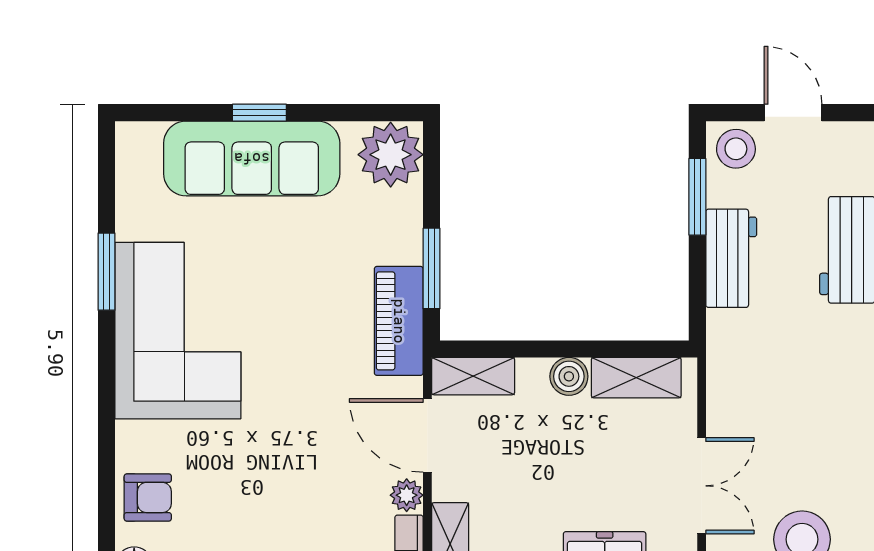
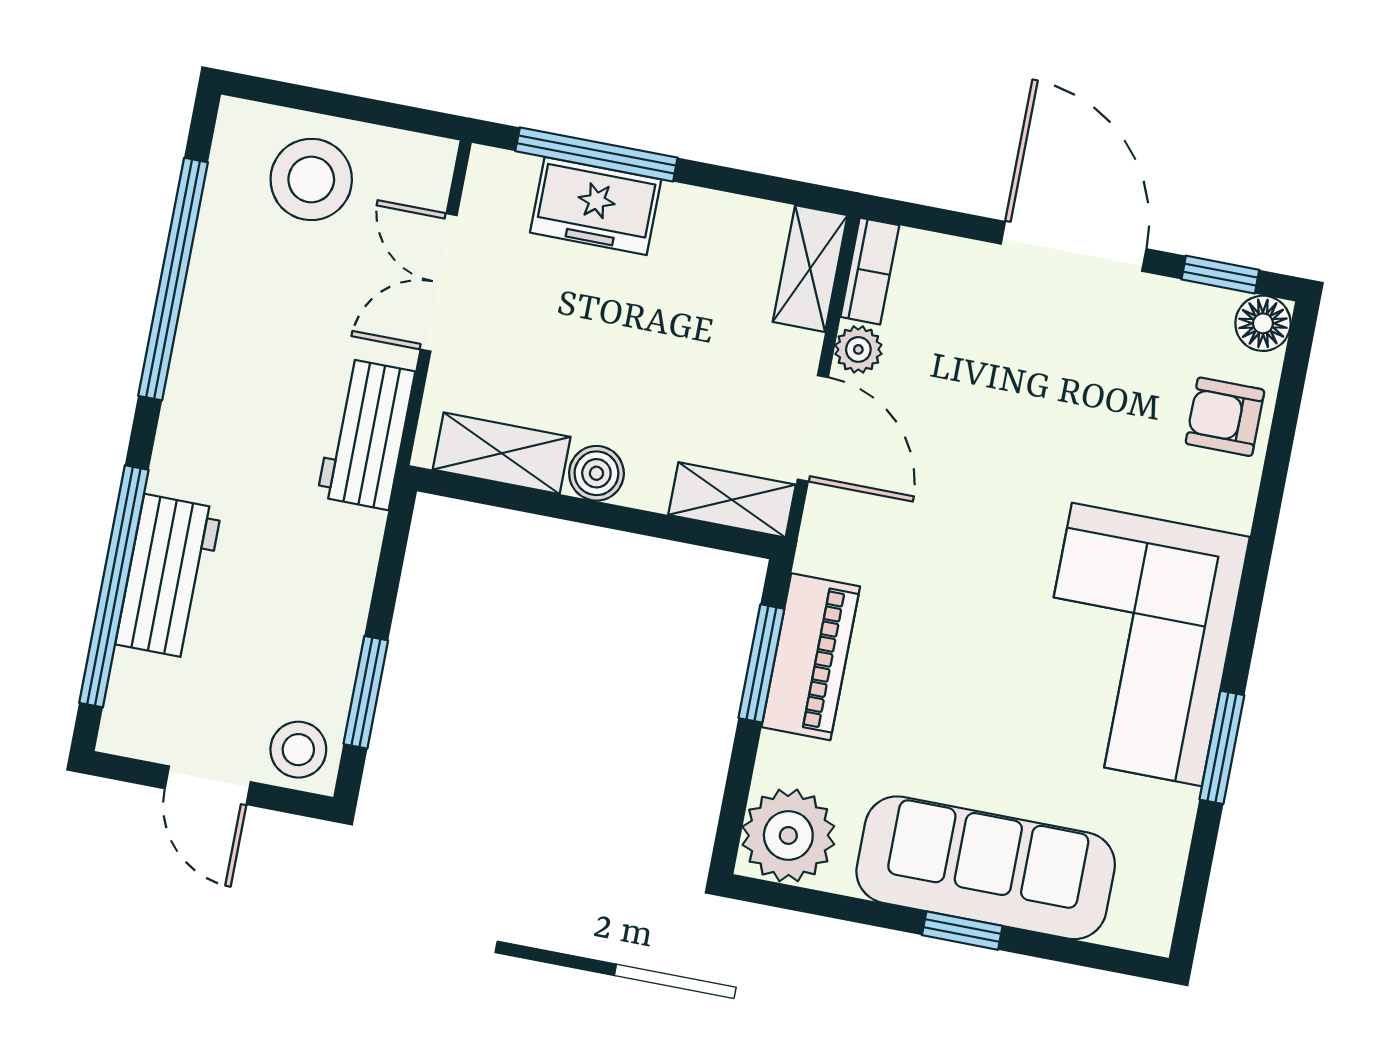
workbench: (731, 258) -> (366, 434), moved
piano: (399, 321) -> (811, 657), moved

